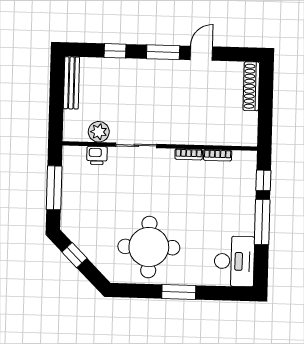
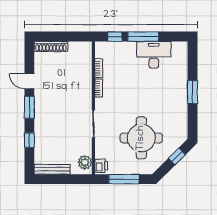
plant: (99, 132) -> (85, 162), moved
printer: (97, 155) -> (101, 166), moved
round table: (149, 247) -> (141, 138), moved
window: (74, 255) -> (177, 156), moved
desk: (234, 261) -> (154, 55), moved

